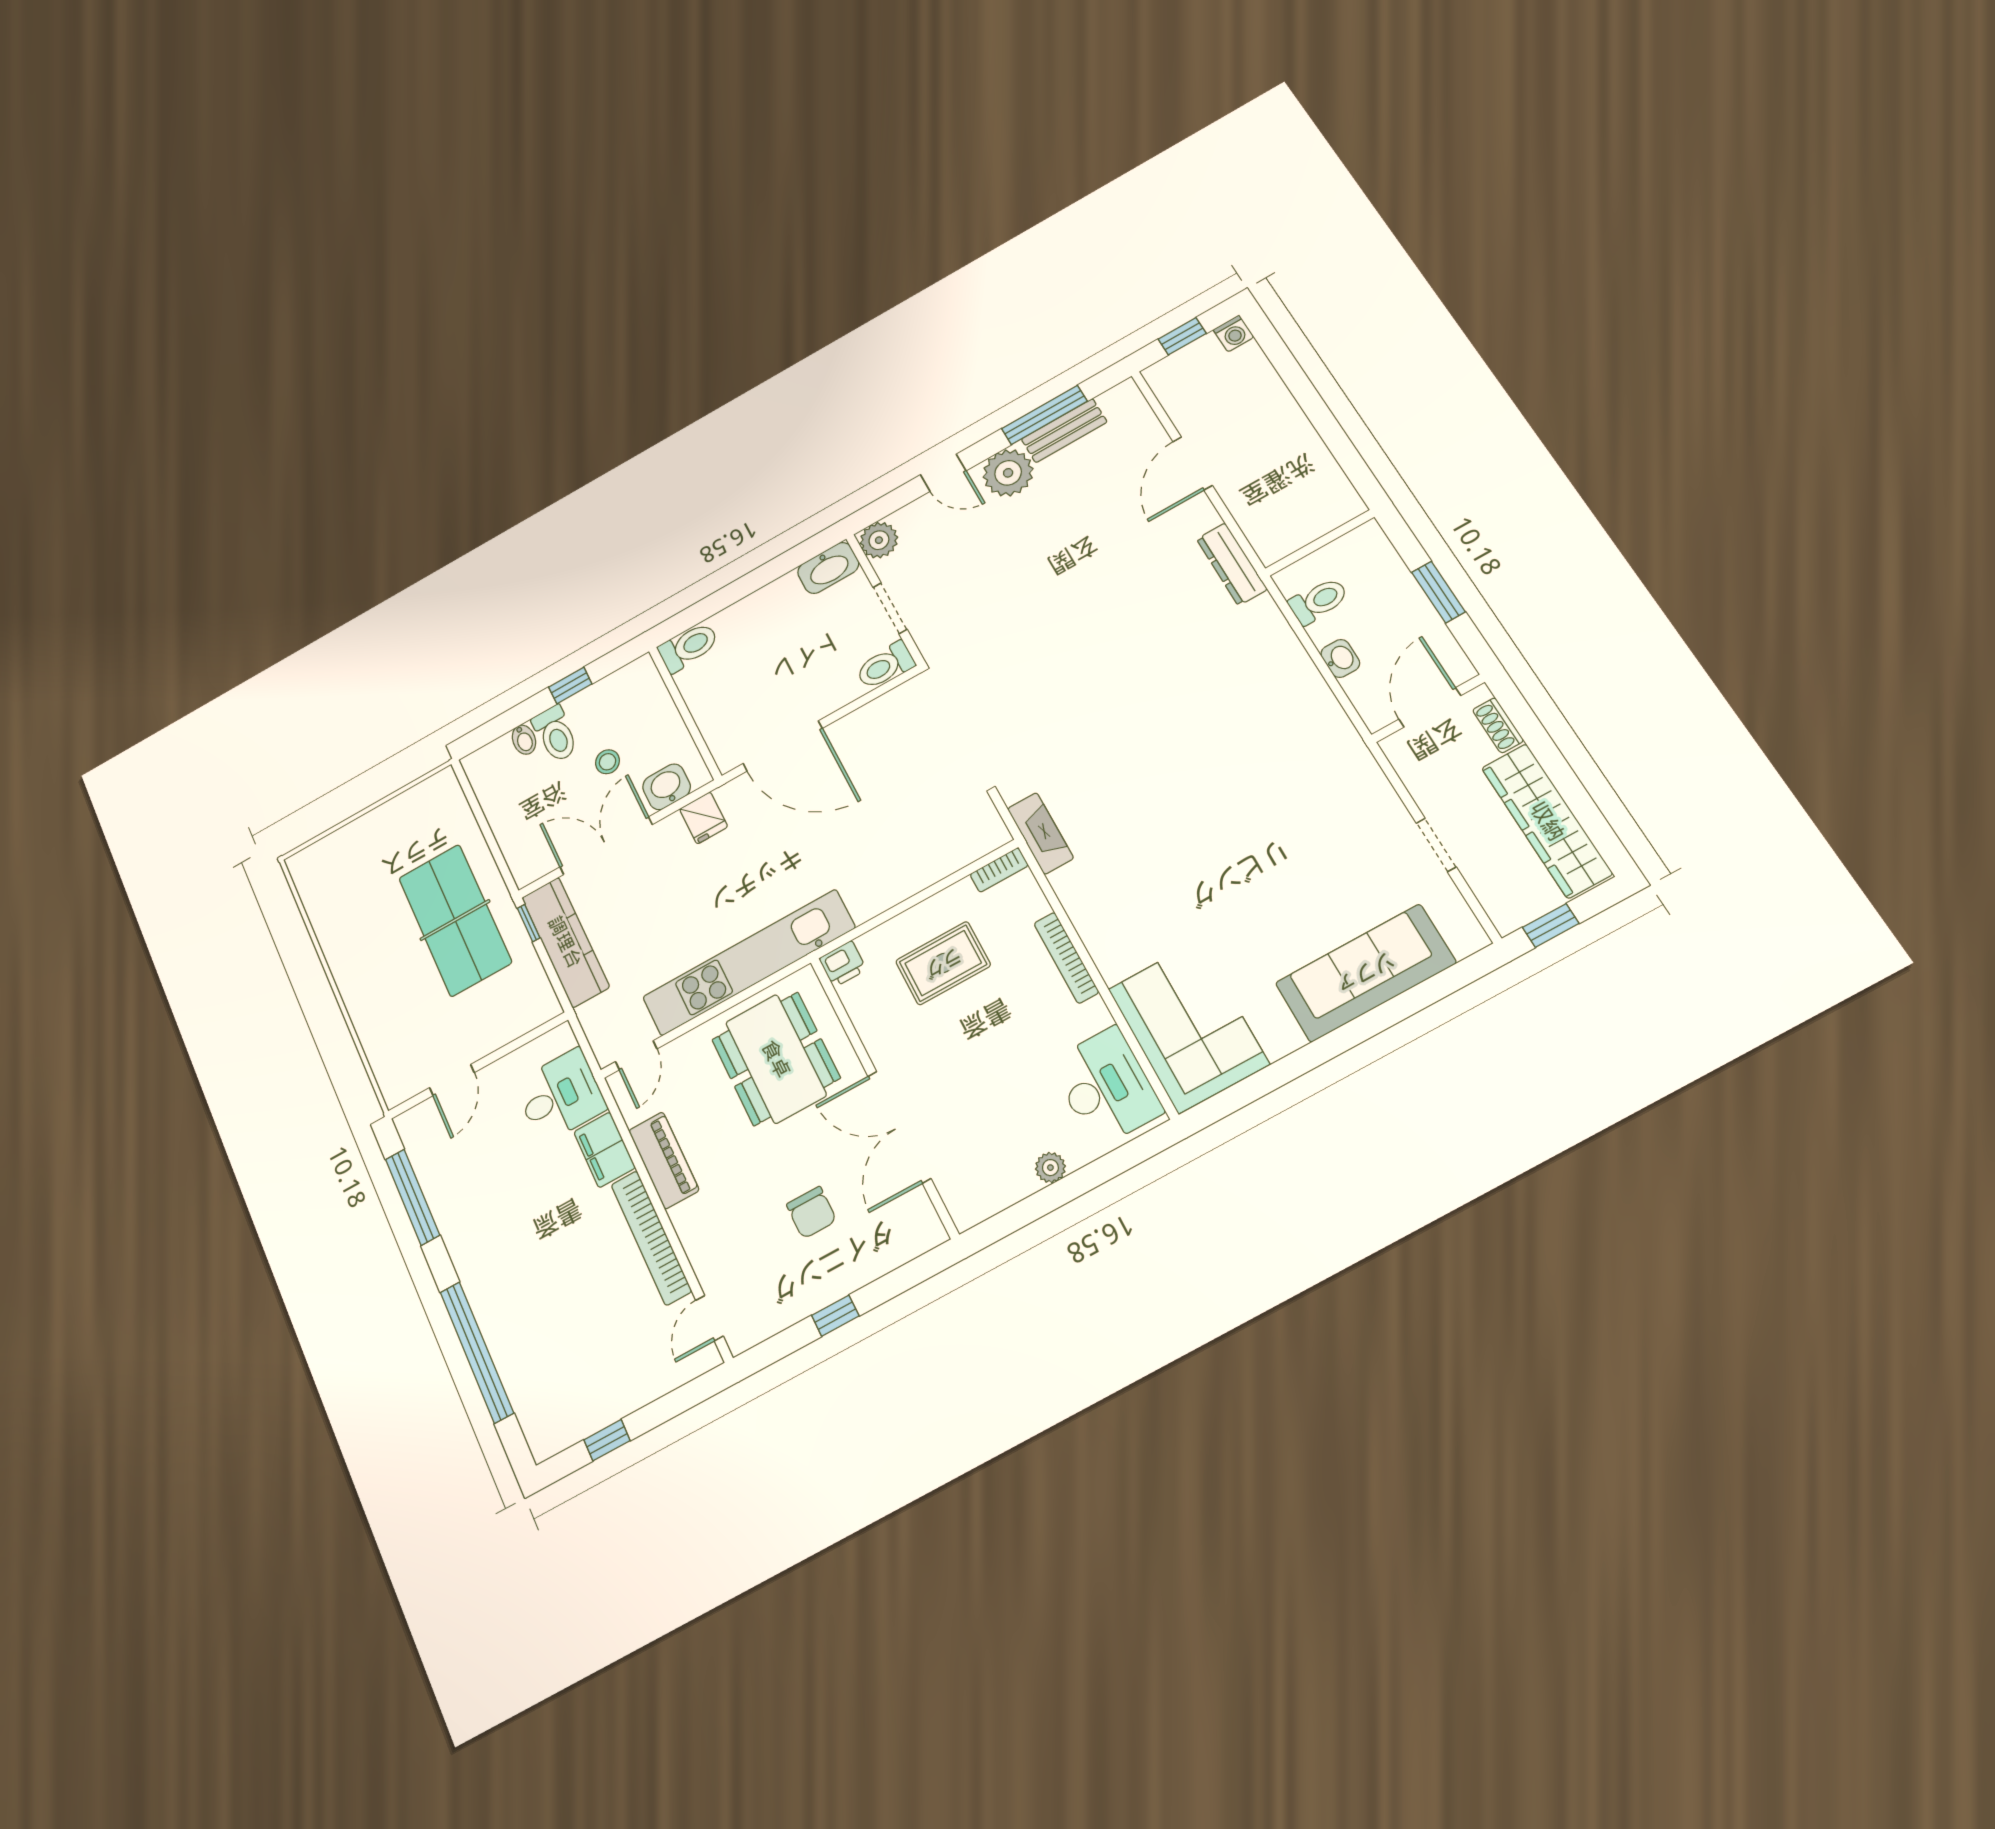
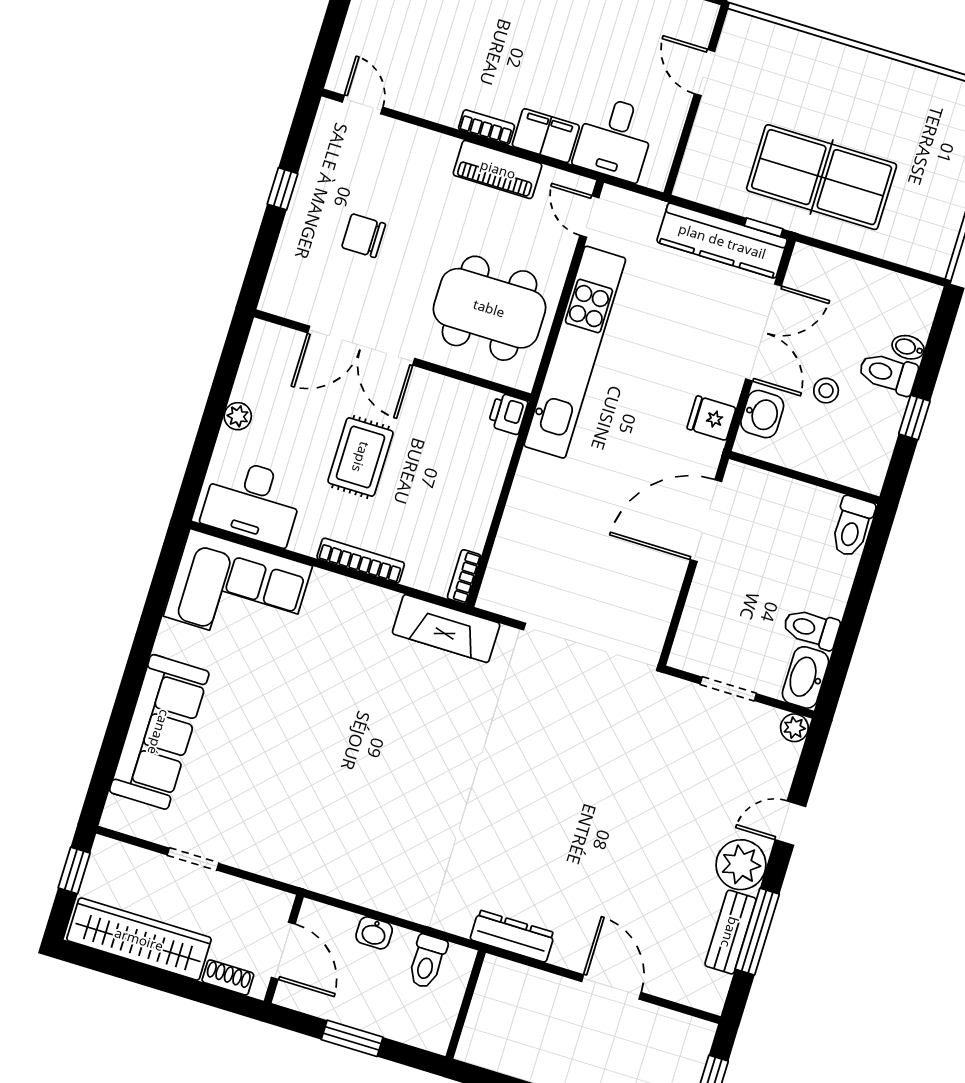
plant: (879, 540) -> (794, 728), width x0.73, depth x0.73
toilet: (885, 666) -> (811, 629), moved, turned -90
fireplace: (1040, 833) -> (446, 629), width x1.37, depth x1.32
rug: (943, 963) -> (361, 457), moved
double door: (899, 1127) -> (361, 346), swing flipped
bookcase: (651, 1238) -> (487, 127), width x0.43, depth x0.76

